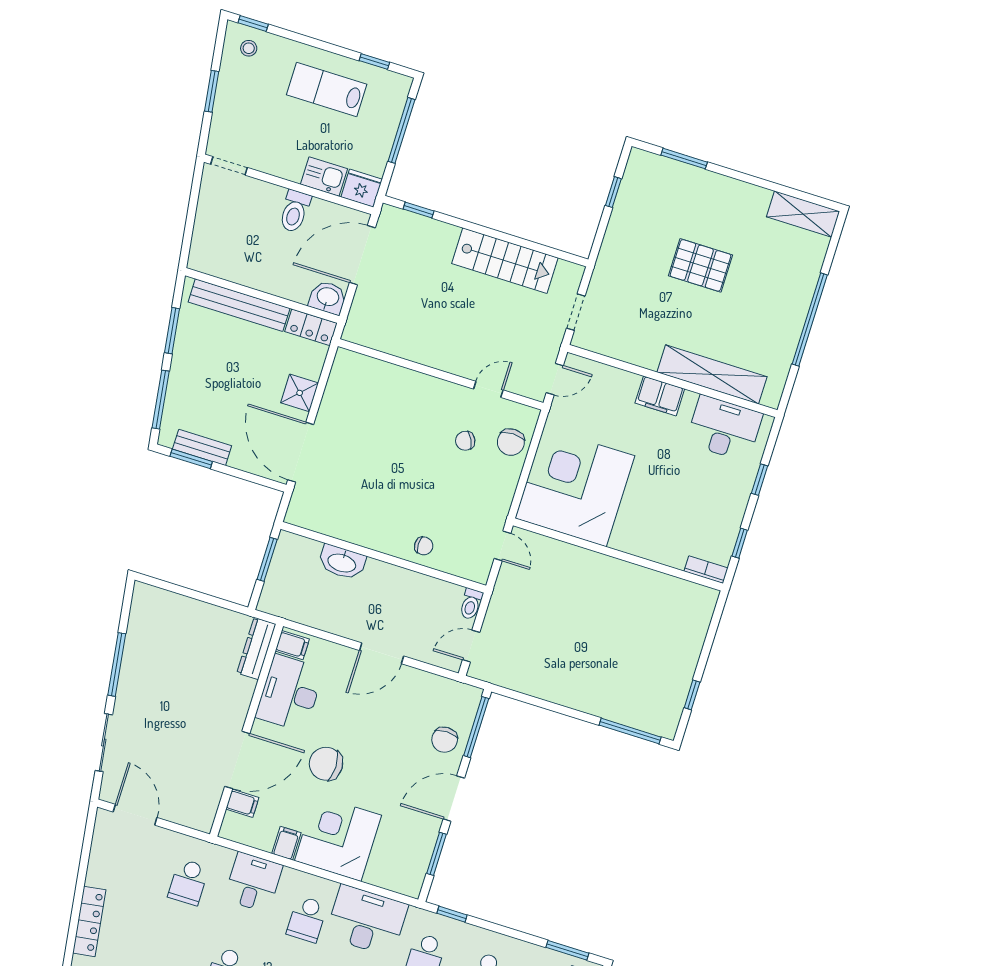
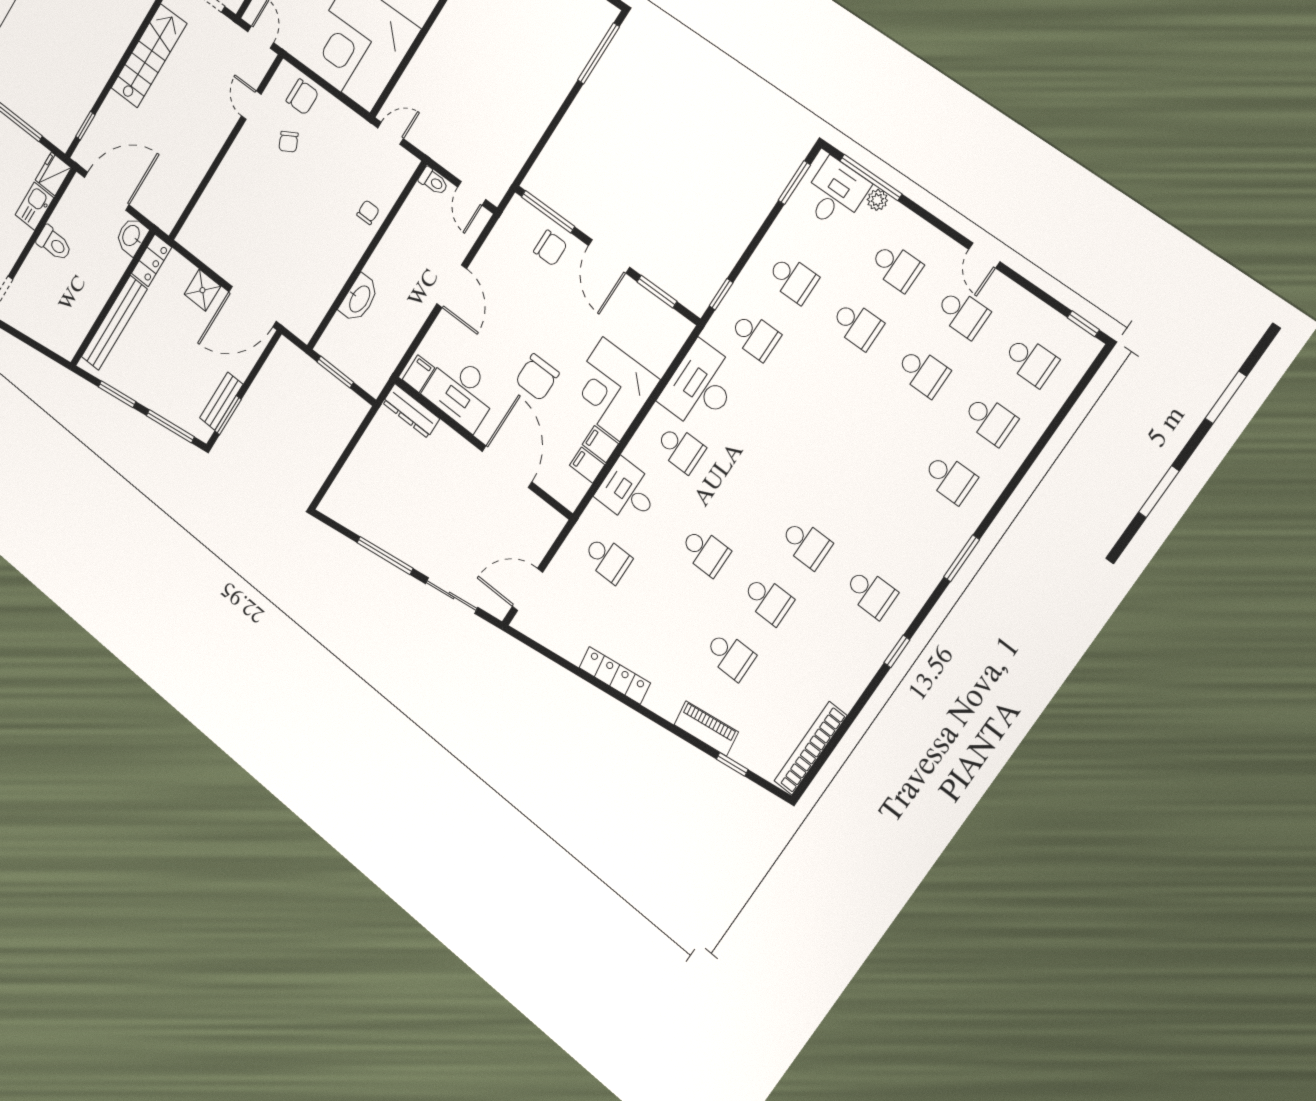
door: (362, 255) -> (107, 191), swing flipped
filing cabinet: (242, 803) -> (587, 465), moved, turned -90

